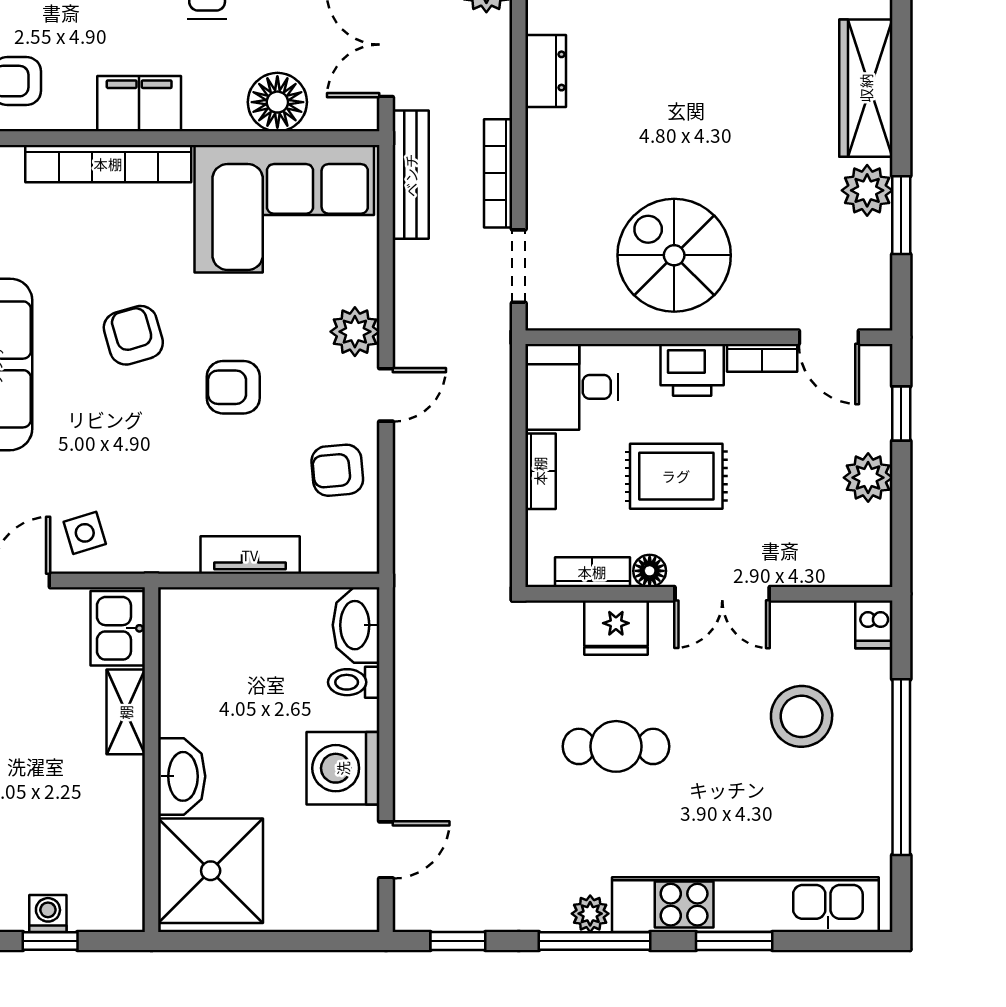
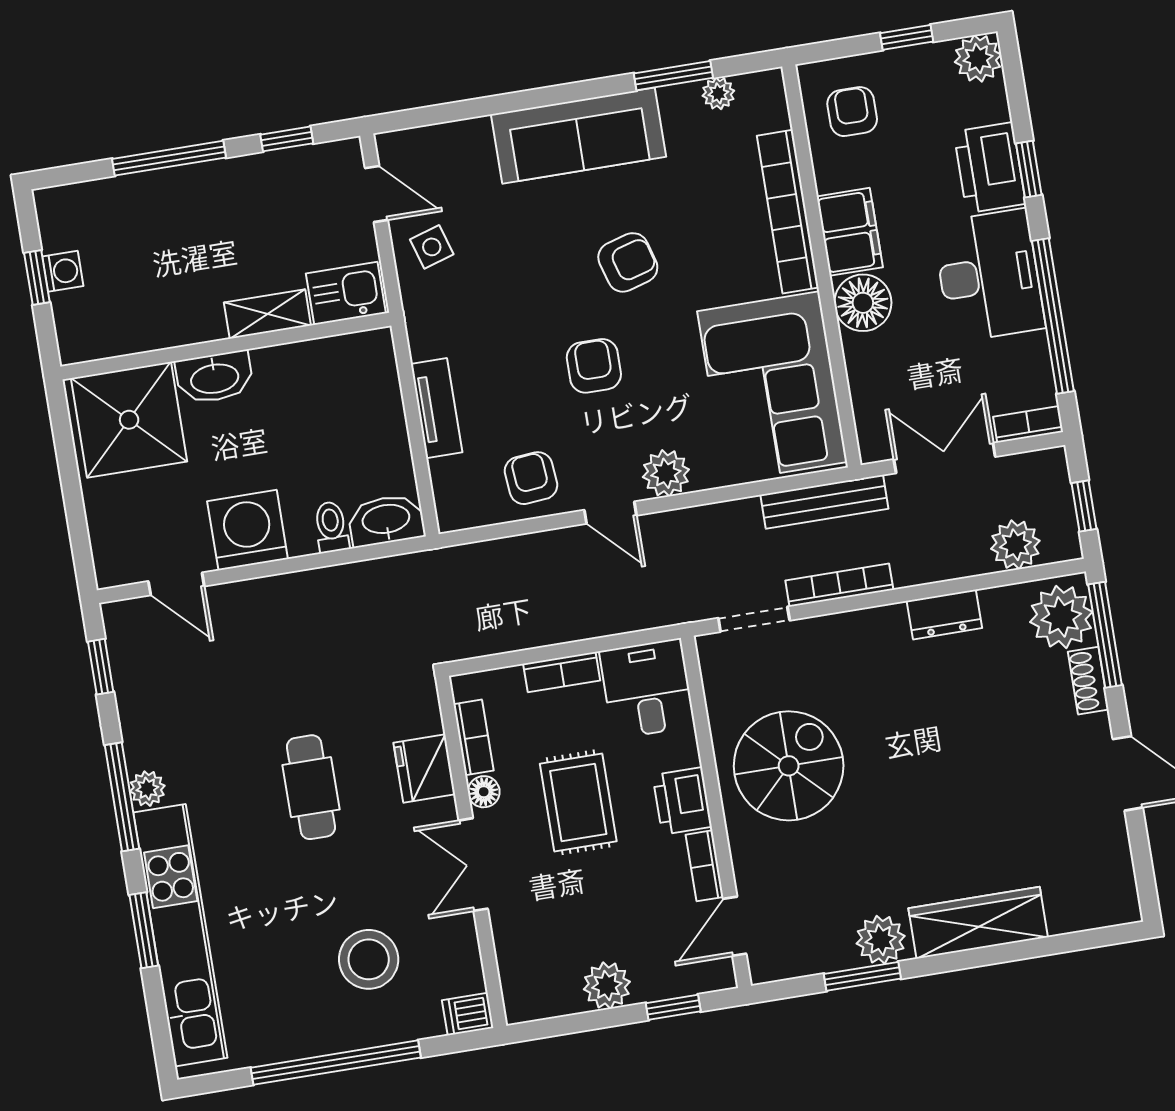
floor lamp: (277, 102) -> (863, 303), moved

